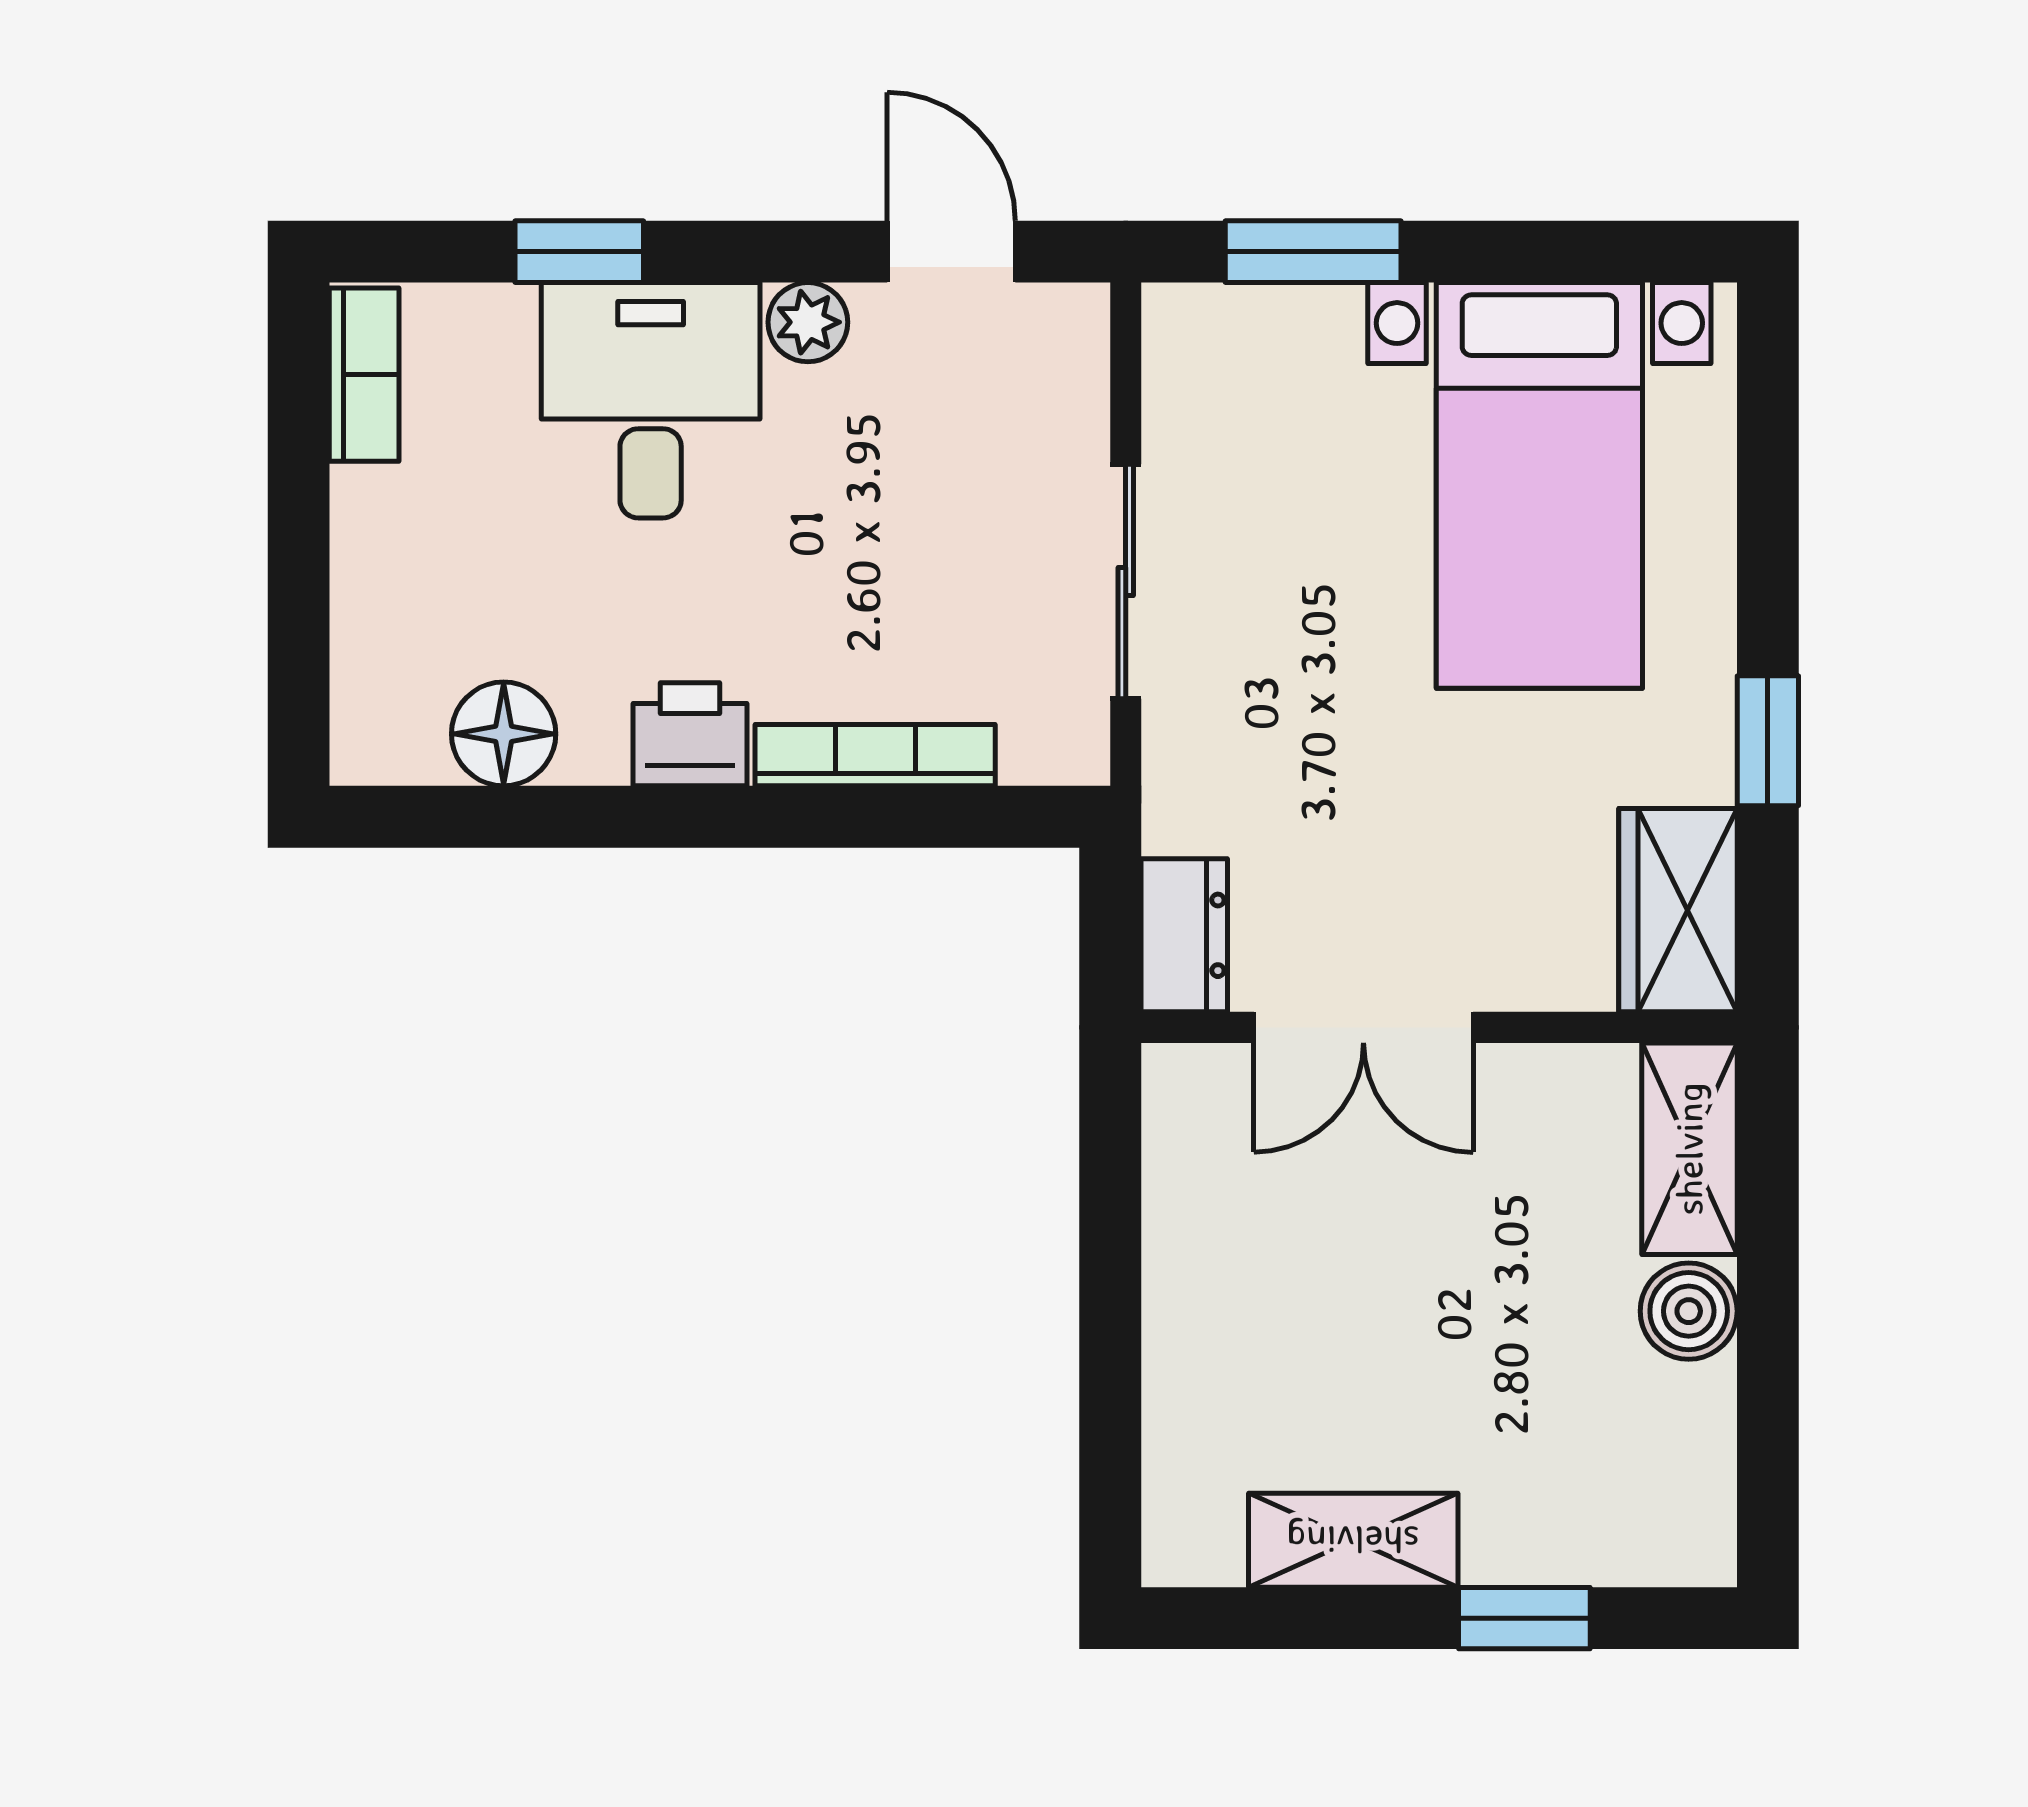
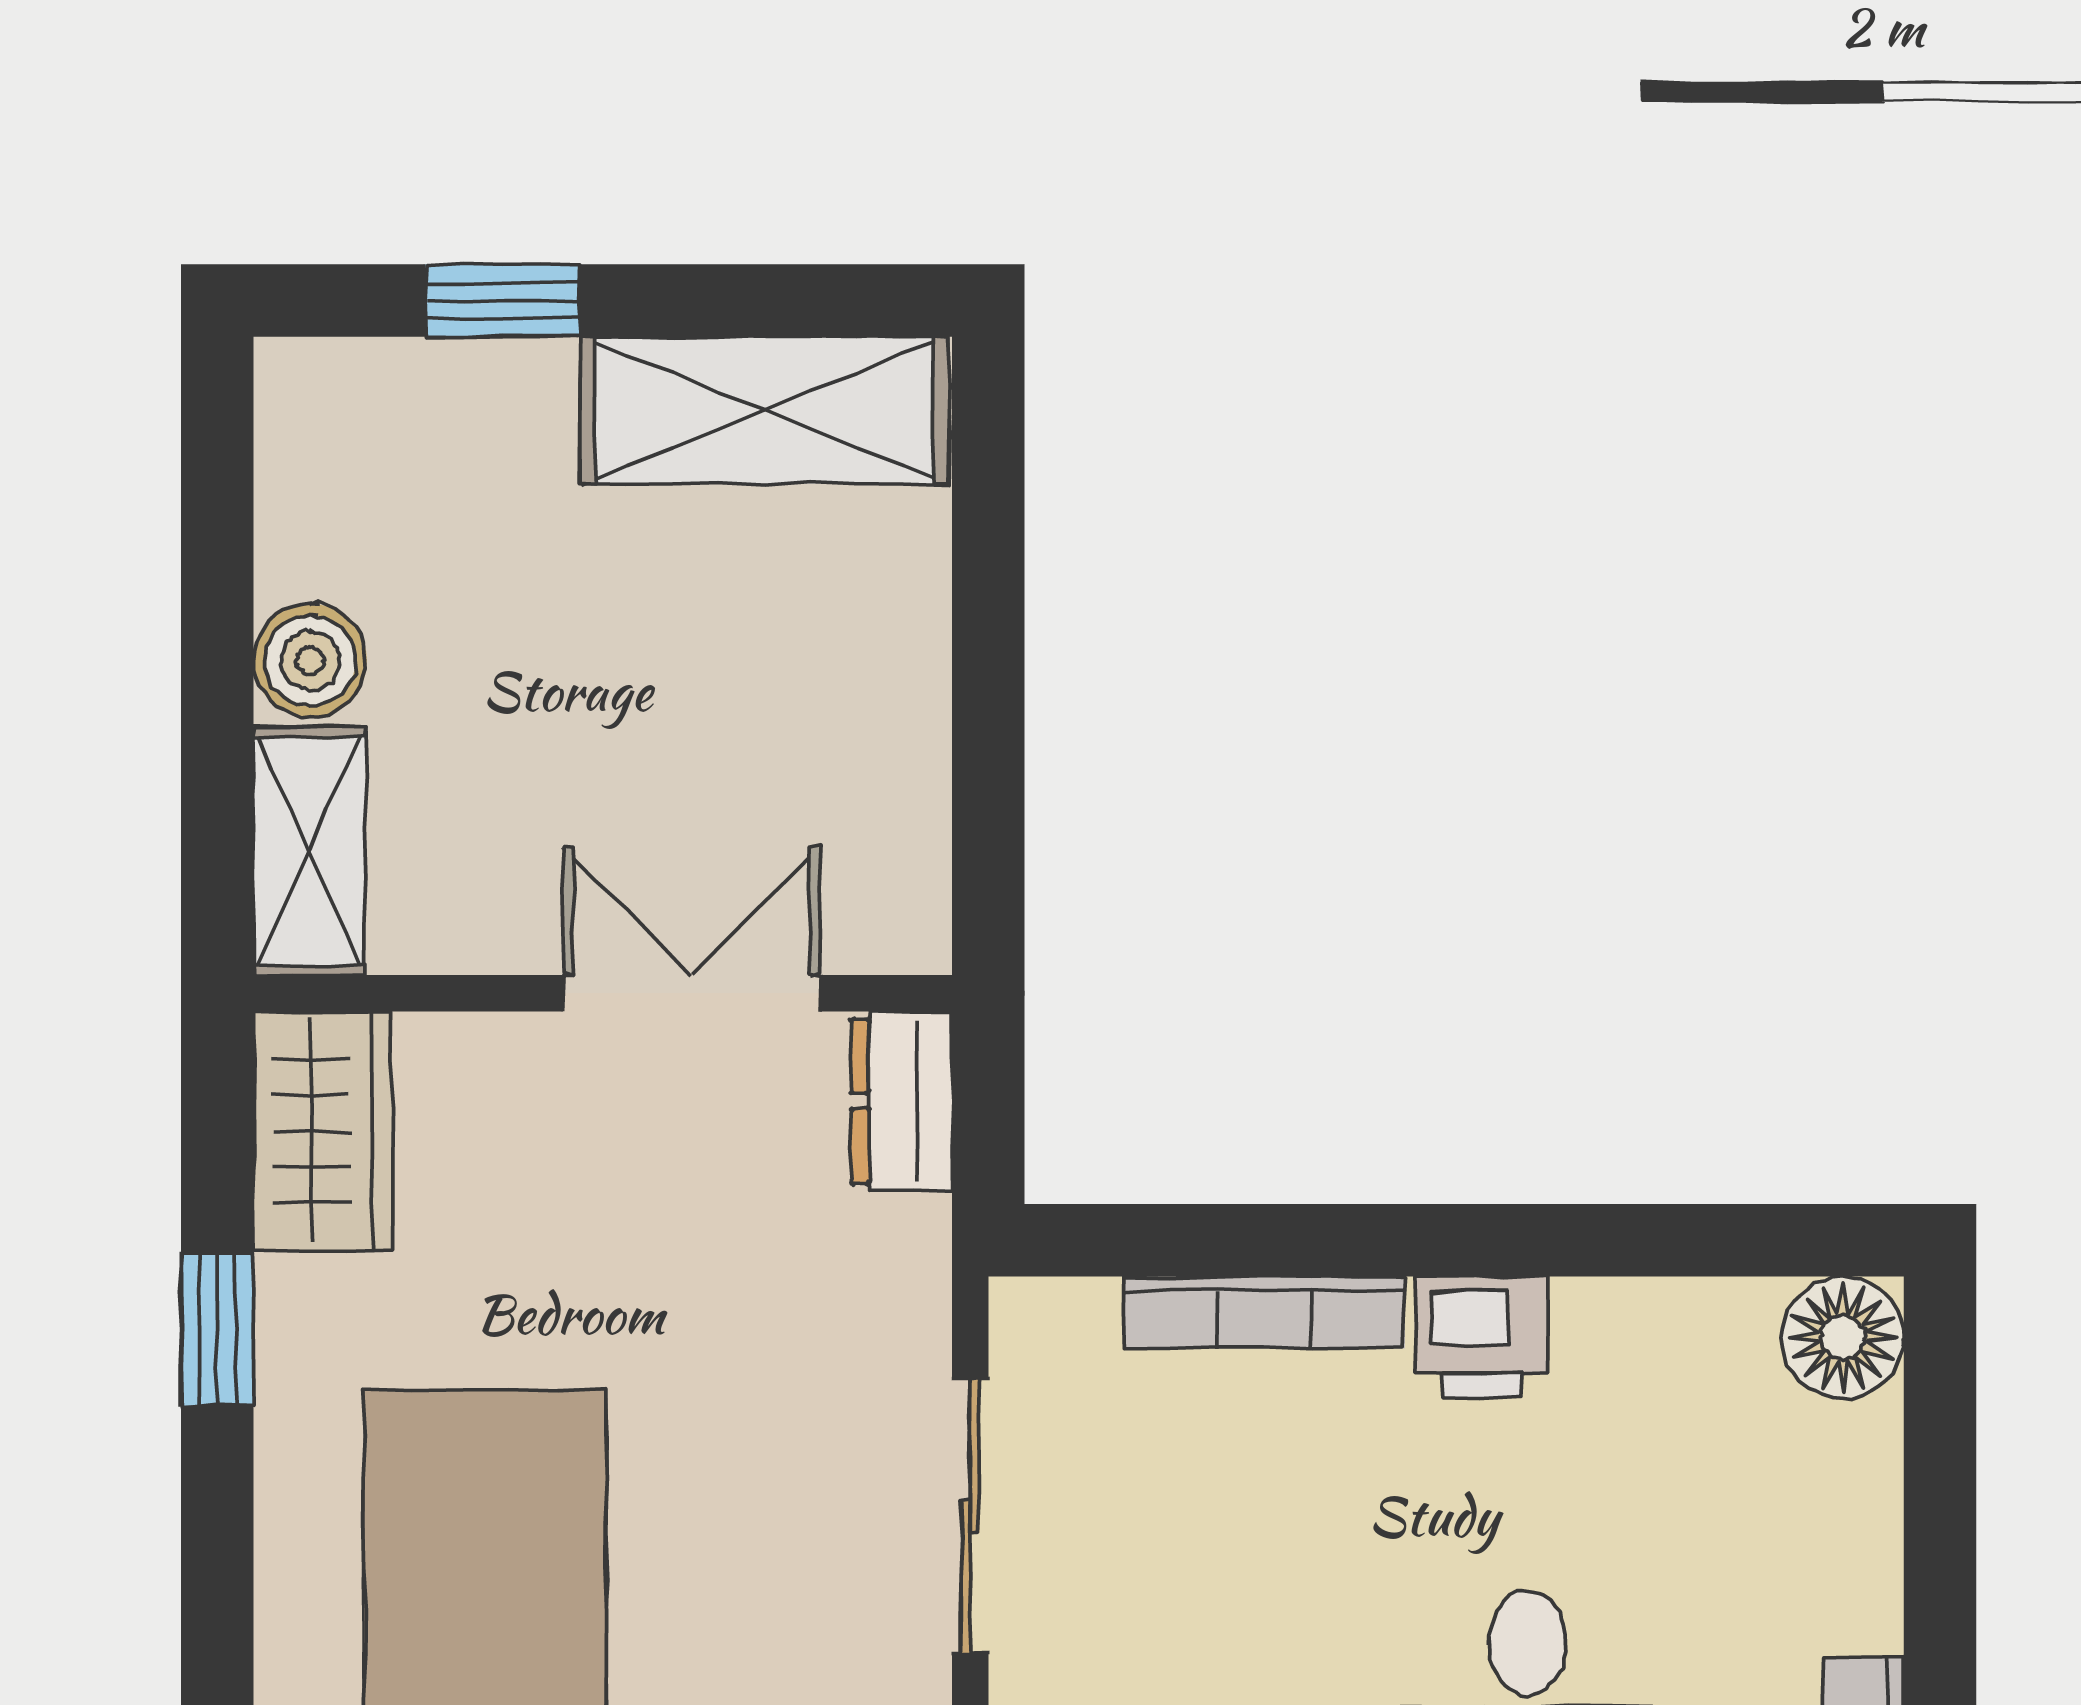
floor lamp: (504, 734) -> (1843, 1337), moved
shelving: (1353, 1540) -> (765, 410), width x1.50, depth x1.33

